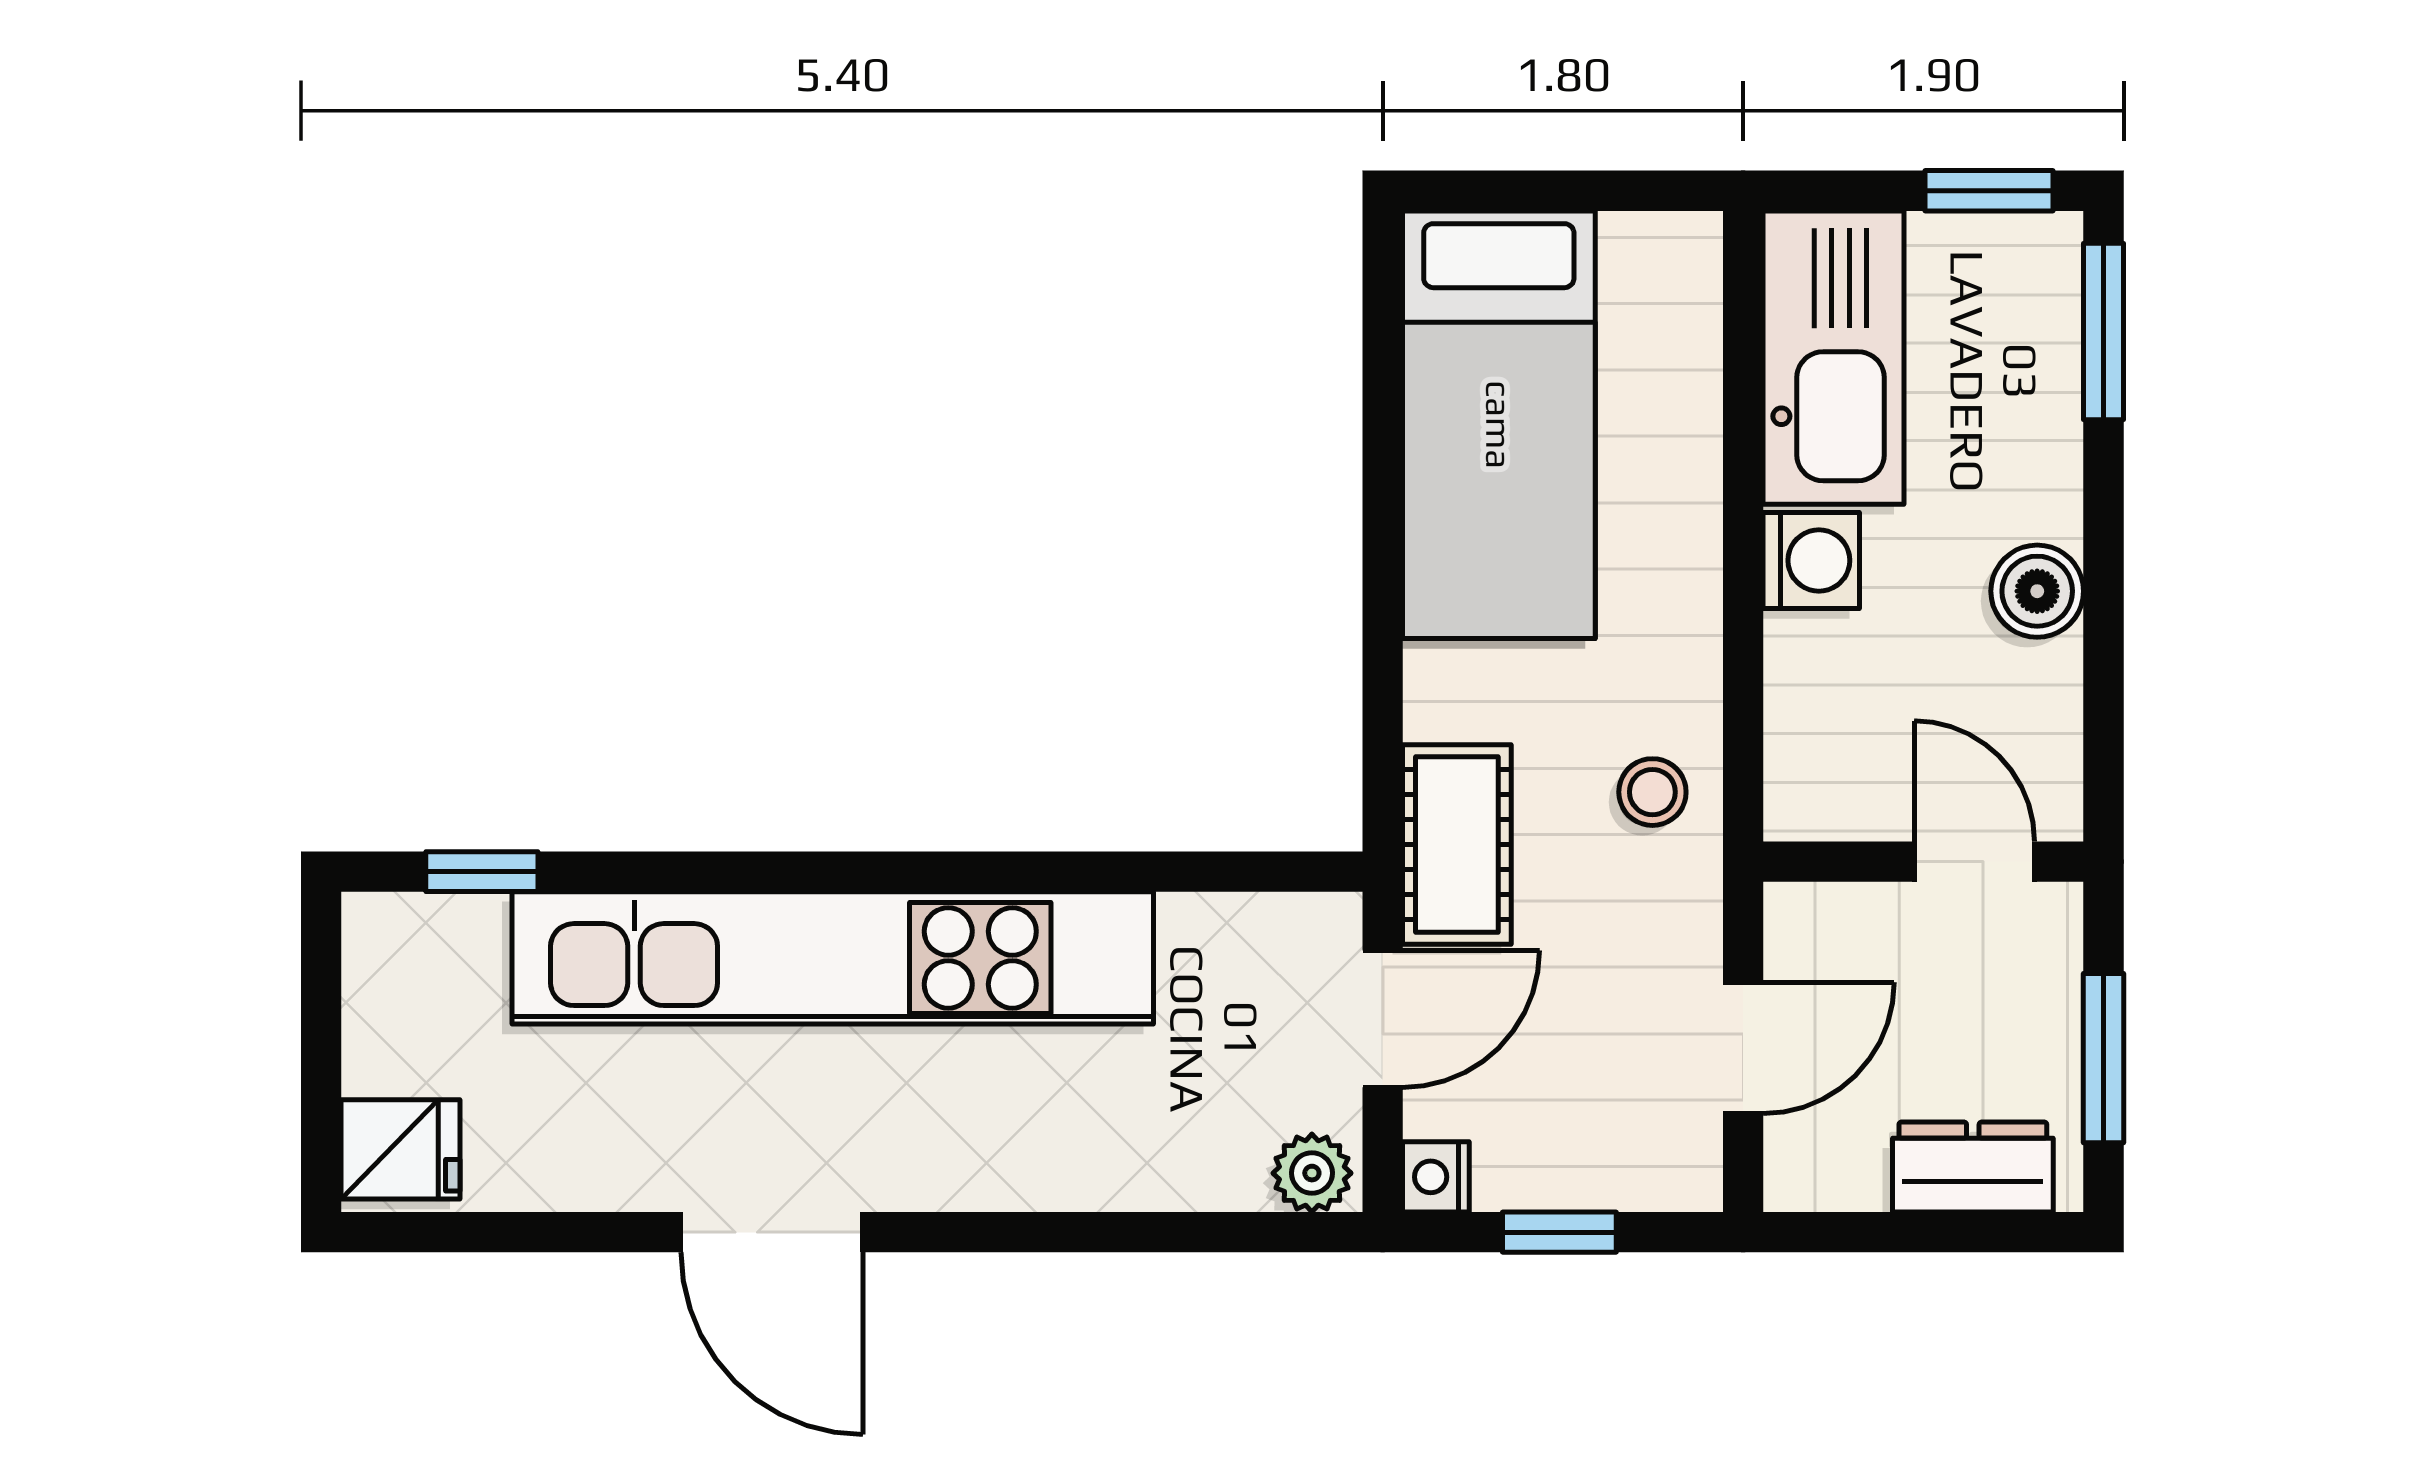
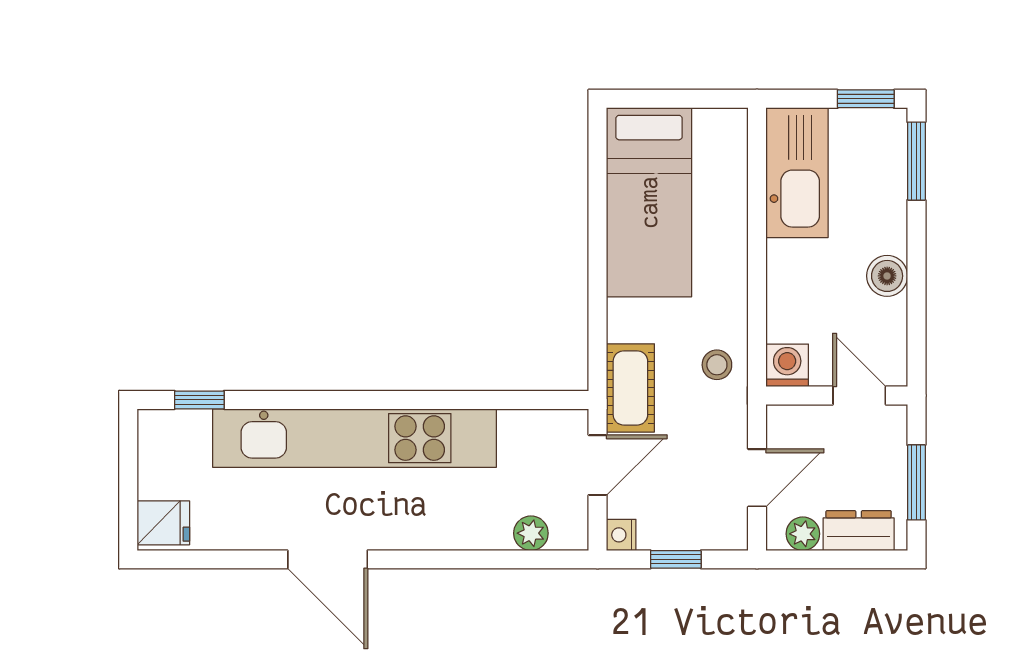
washing machine: (1811, 560) -> (787, 365), moved, turned -90
plant: (1312, 1173) -> (531, 533), moved
plant: (1847, 1174) -> (803, 534), added

